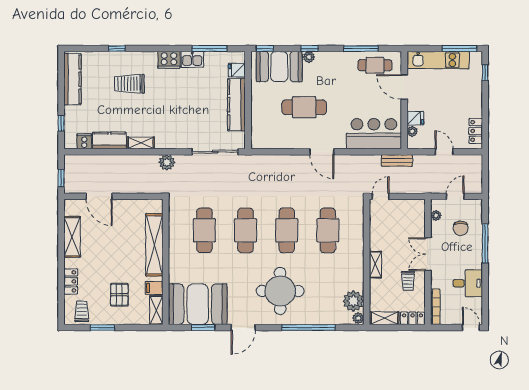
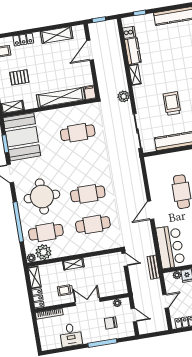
trolley: (129, 84) -> (172, 104), moved
cafe table: (246, 230) -> (46, 232), moved
filing cabinet: (154, 288) -> (90, 92), moved
door: (471, 328) -> (38, 343), removed

